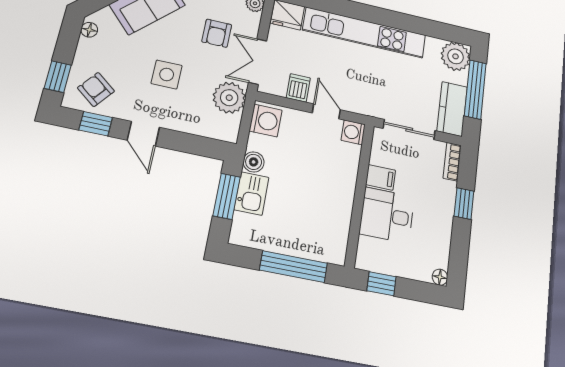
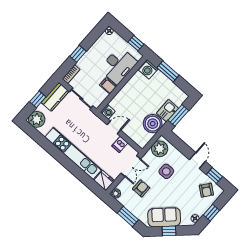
side table: (167, 74) -> (166, 171), moved
window: (58, 77) -> (211, 213), moved
window: (475, 89) -> (38, 99), width x0.46
plant: (229, 98) -> (160, 149), moved
door: (326, 111) -> (114, 127), swing flipped
washing machine: (266, 121) -> (148, 69), moved, turned -90
boiler: (254, 162) -> (153, 124), width x1.86, depth x1.86
desk: (387, 215) -> (118, 66), width x1.37
window: (294, 267) -> (168, 71), width x0.69

